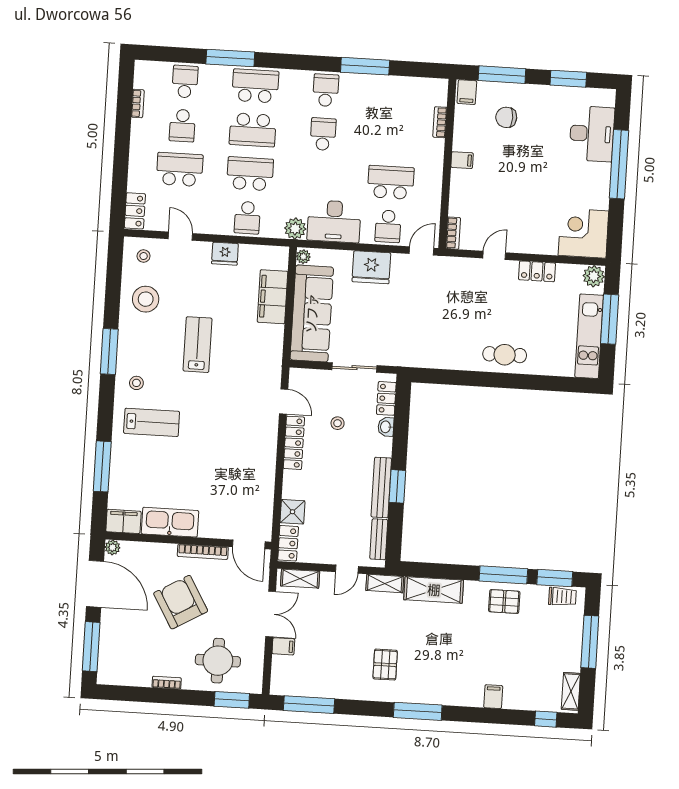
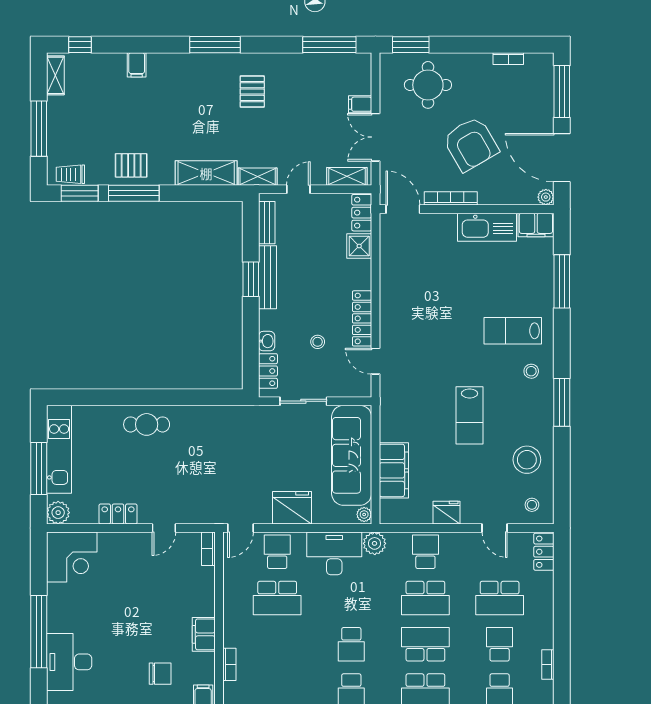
filing cabinet: (462, 160) -> (204, 634), width x2.00
bookcase: (167, 683) -> (508, 59), moved

